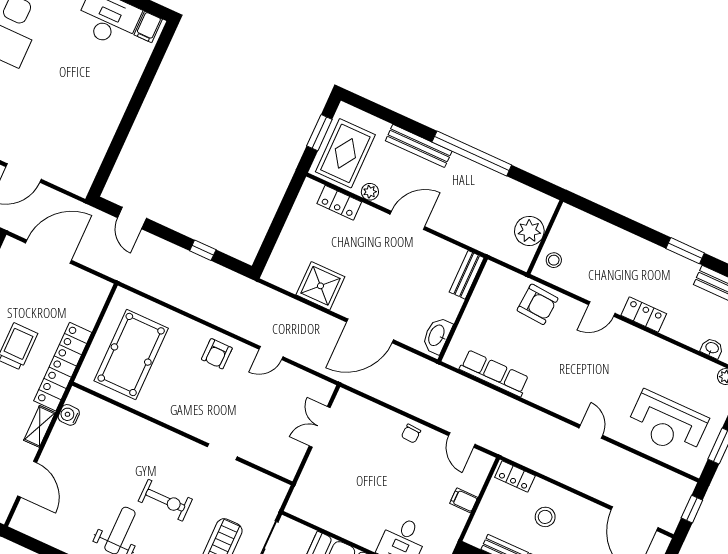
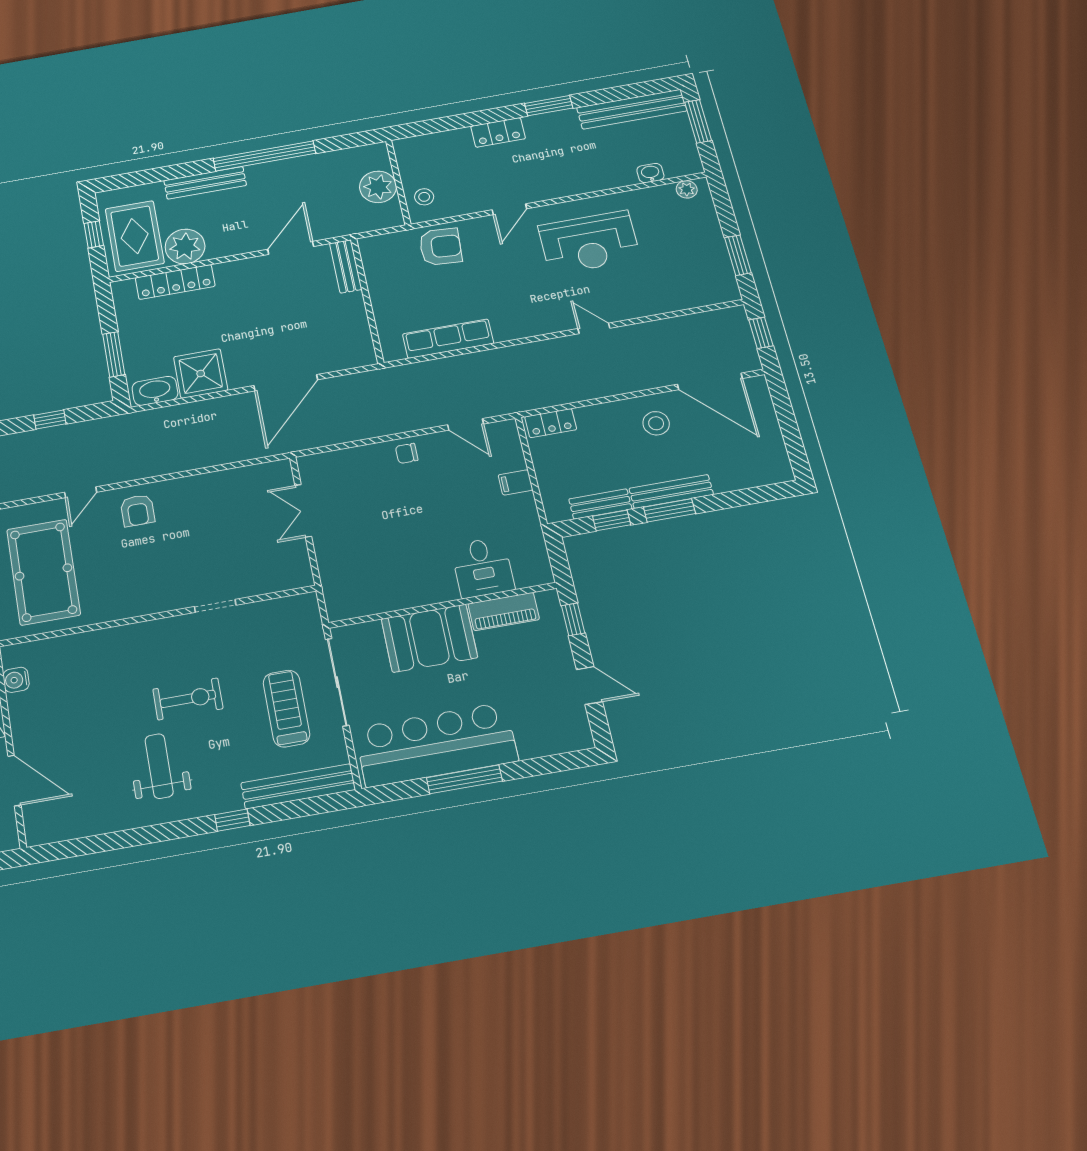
window: (319, 133) -> (94, 234), width x0.67
plant: (370, 192) -> (185, 247), width x1.88, depth x1.88
locker: (339, 203) -> (175, 282), width x1.53
door: (407, 220) -> (291, 248), moved
window: (274, 232) -> (114, 354), added
locker: (644, 315) -> (498, 132), moved, turned 180
washbasin: (437, 336) -> (155, 391), moved, turned 90
door: (271, 353) -> (81, 492), moved
reception desk: (667, 424) -> (589, 243), moved
chair: (411, 434) -> (407, 453), turned 87
stool: (545, 517) -> (656, 423), moved

